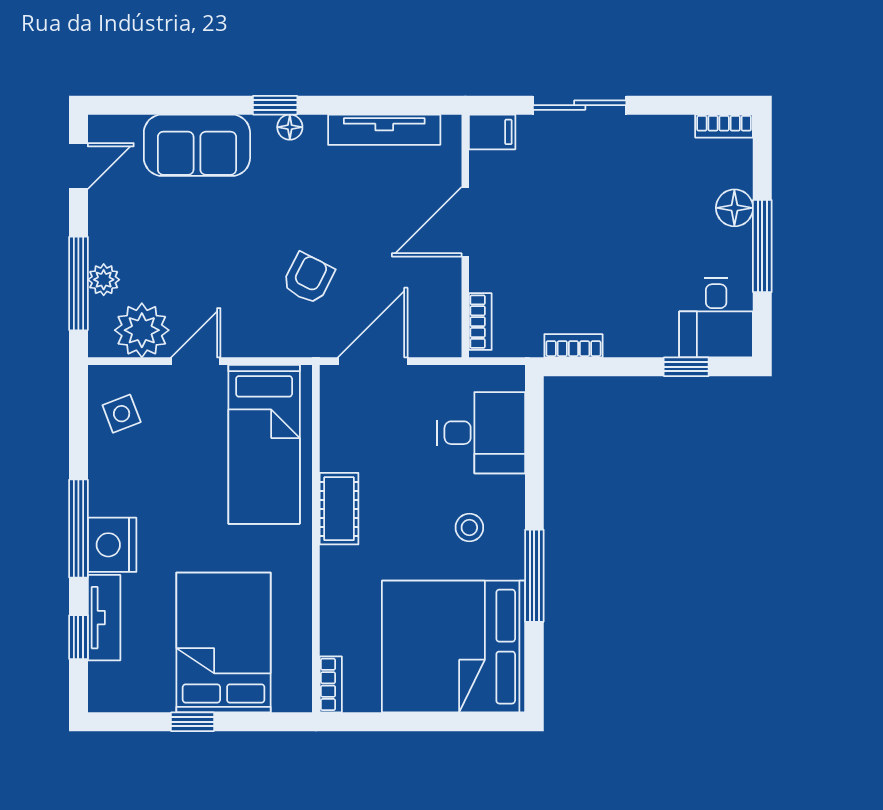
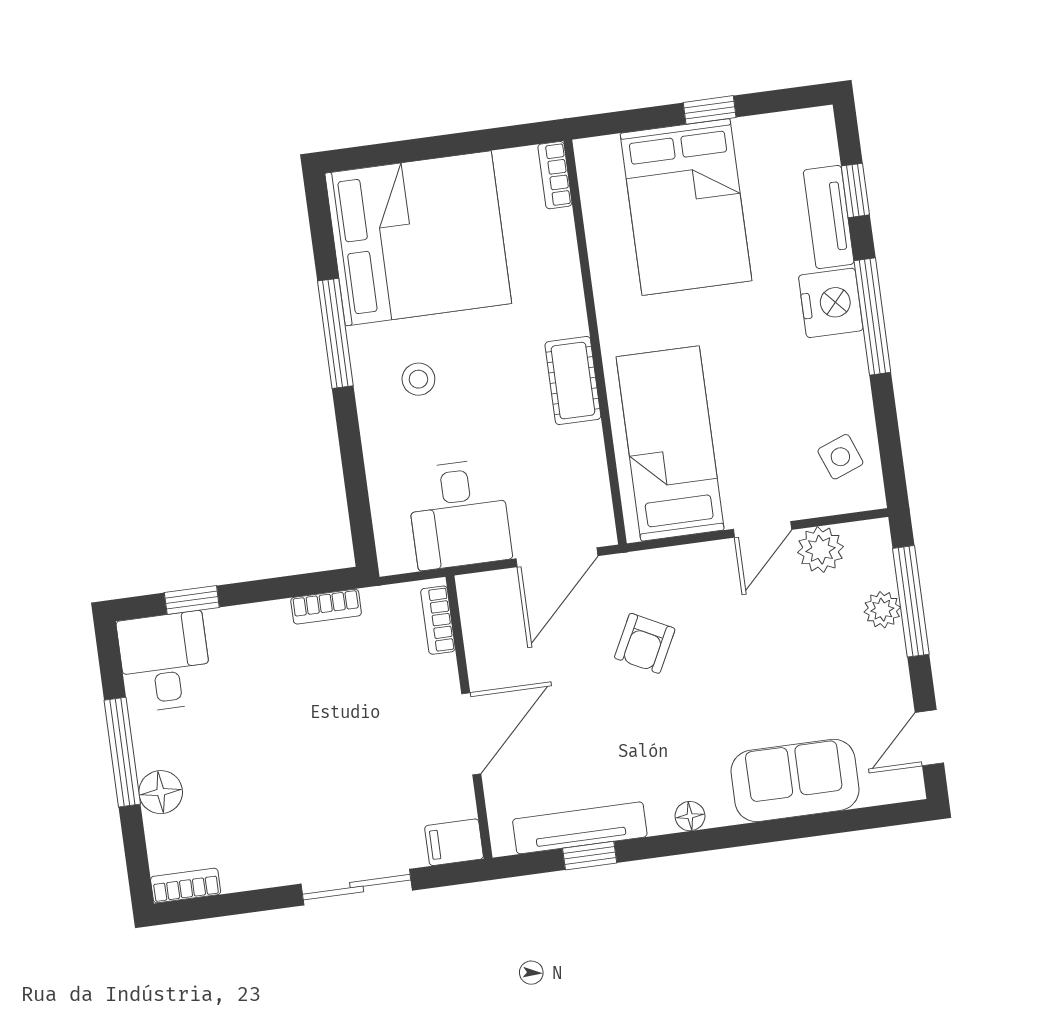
window: (275, 105) -> (590, 856), moved
plant: (142, 330) -> (820, 550), width x0.73, depth x0.73
desk: (481, 433) -> (459, 514), moved, turned -90

